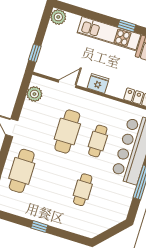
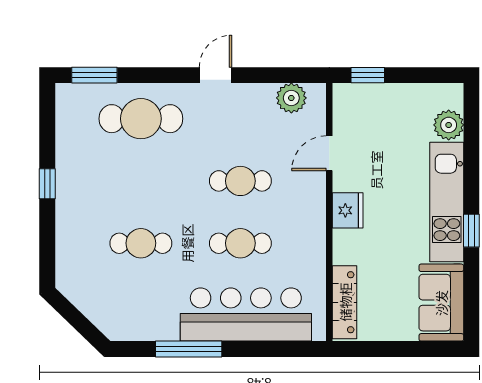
plant: (58, 17) -> (449, 125), moved
door: (67, 84) -> (329, 153), swing flipped
cafe table: (67, 132) -> (240, 181), width x0.73, depth x0.74

